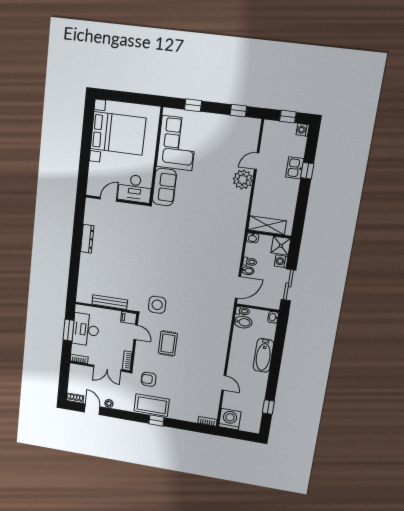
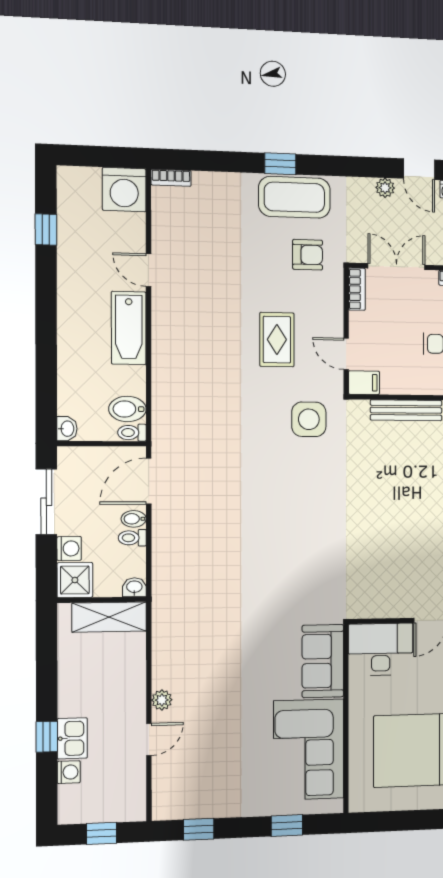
washing machine: (303, 130) -> (69, 772), moved
plant: (243, 180) -> (162, 700), width x0.53, depth x0.53
bathtub: (263, 355) -> (129, 328), moved, turned 180

